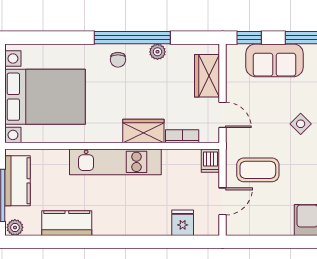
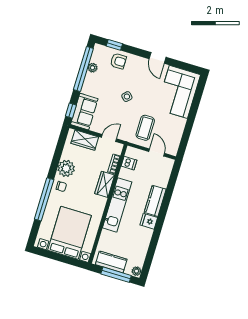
window: (132, 38) -> (44, 199), moved
plant: (157, 52) -> (66, 168), width x1.88, depth x1.88
sofa: (274, 60) -> (84, 112), moved
dishwasher: (210, 161) -> (129, 163), moved
kitchen counter: (67, 223) -> (155, 201), moved
fridge: (183, 223) -> (149, 221), moved

